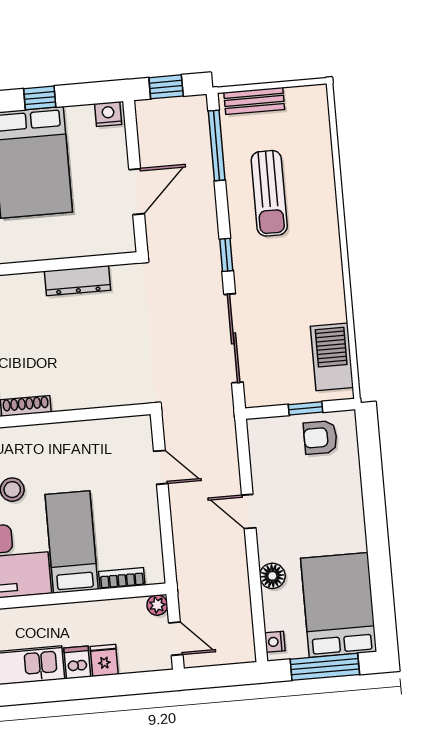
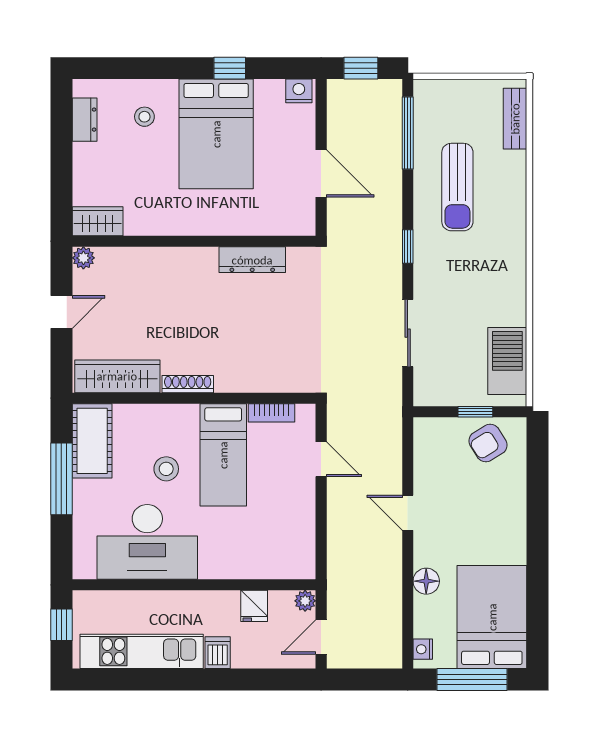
bench: (254, 101) -> (515, 119), moved, turned 90
door: (137, 192) -> (321, 173), hinge flipped
sliding door: (234, 338) -> (408, 333), width x0.73
armchair: (320, 437) -> (488, 443), turned -32
bed: (72, 542) -> (223, 455), moved, turned 180
bookcase: (122, 578) -> (272, 413), moved, turned 180
door: (176, 639) -> (321, 637), swing flipped
fridge: (104, 660) -> (254, 606), moved, turned 180

